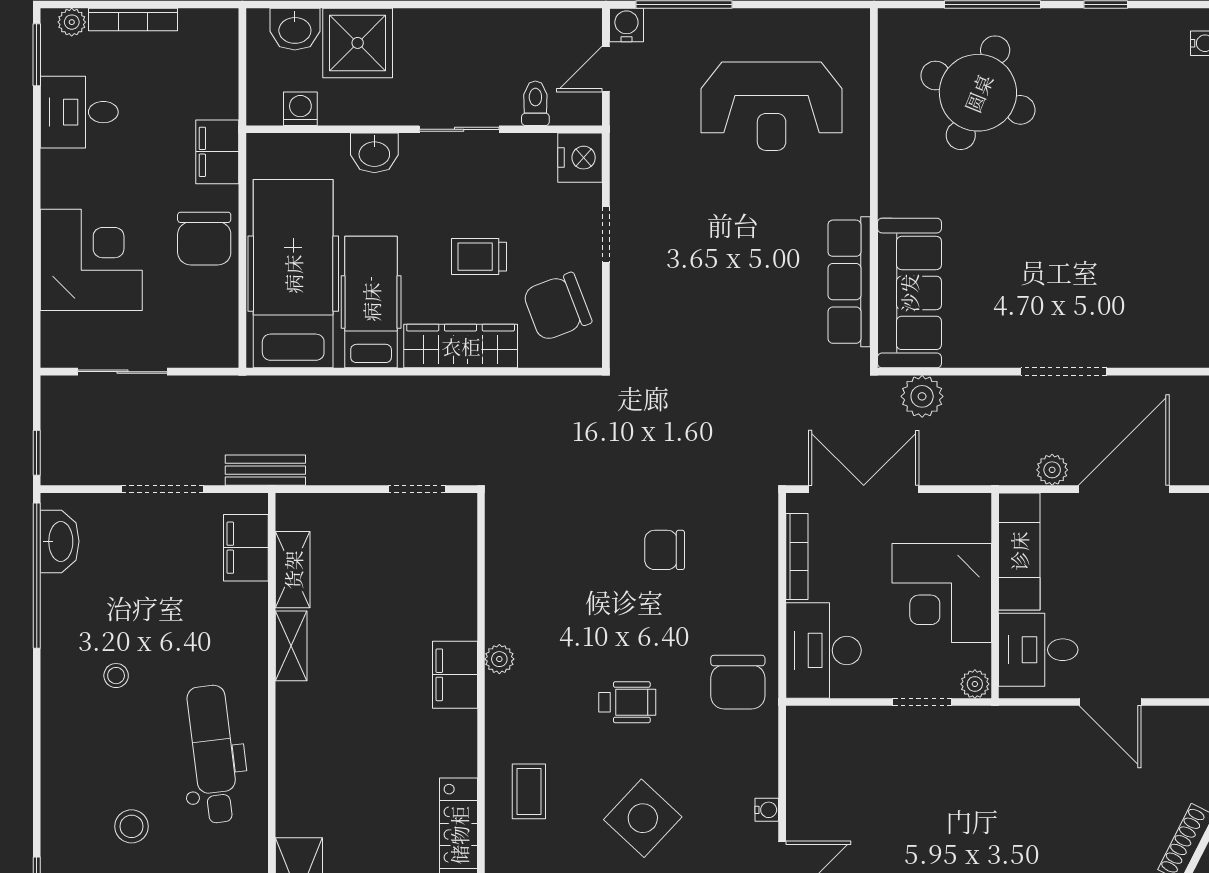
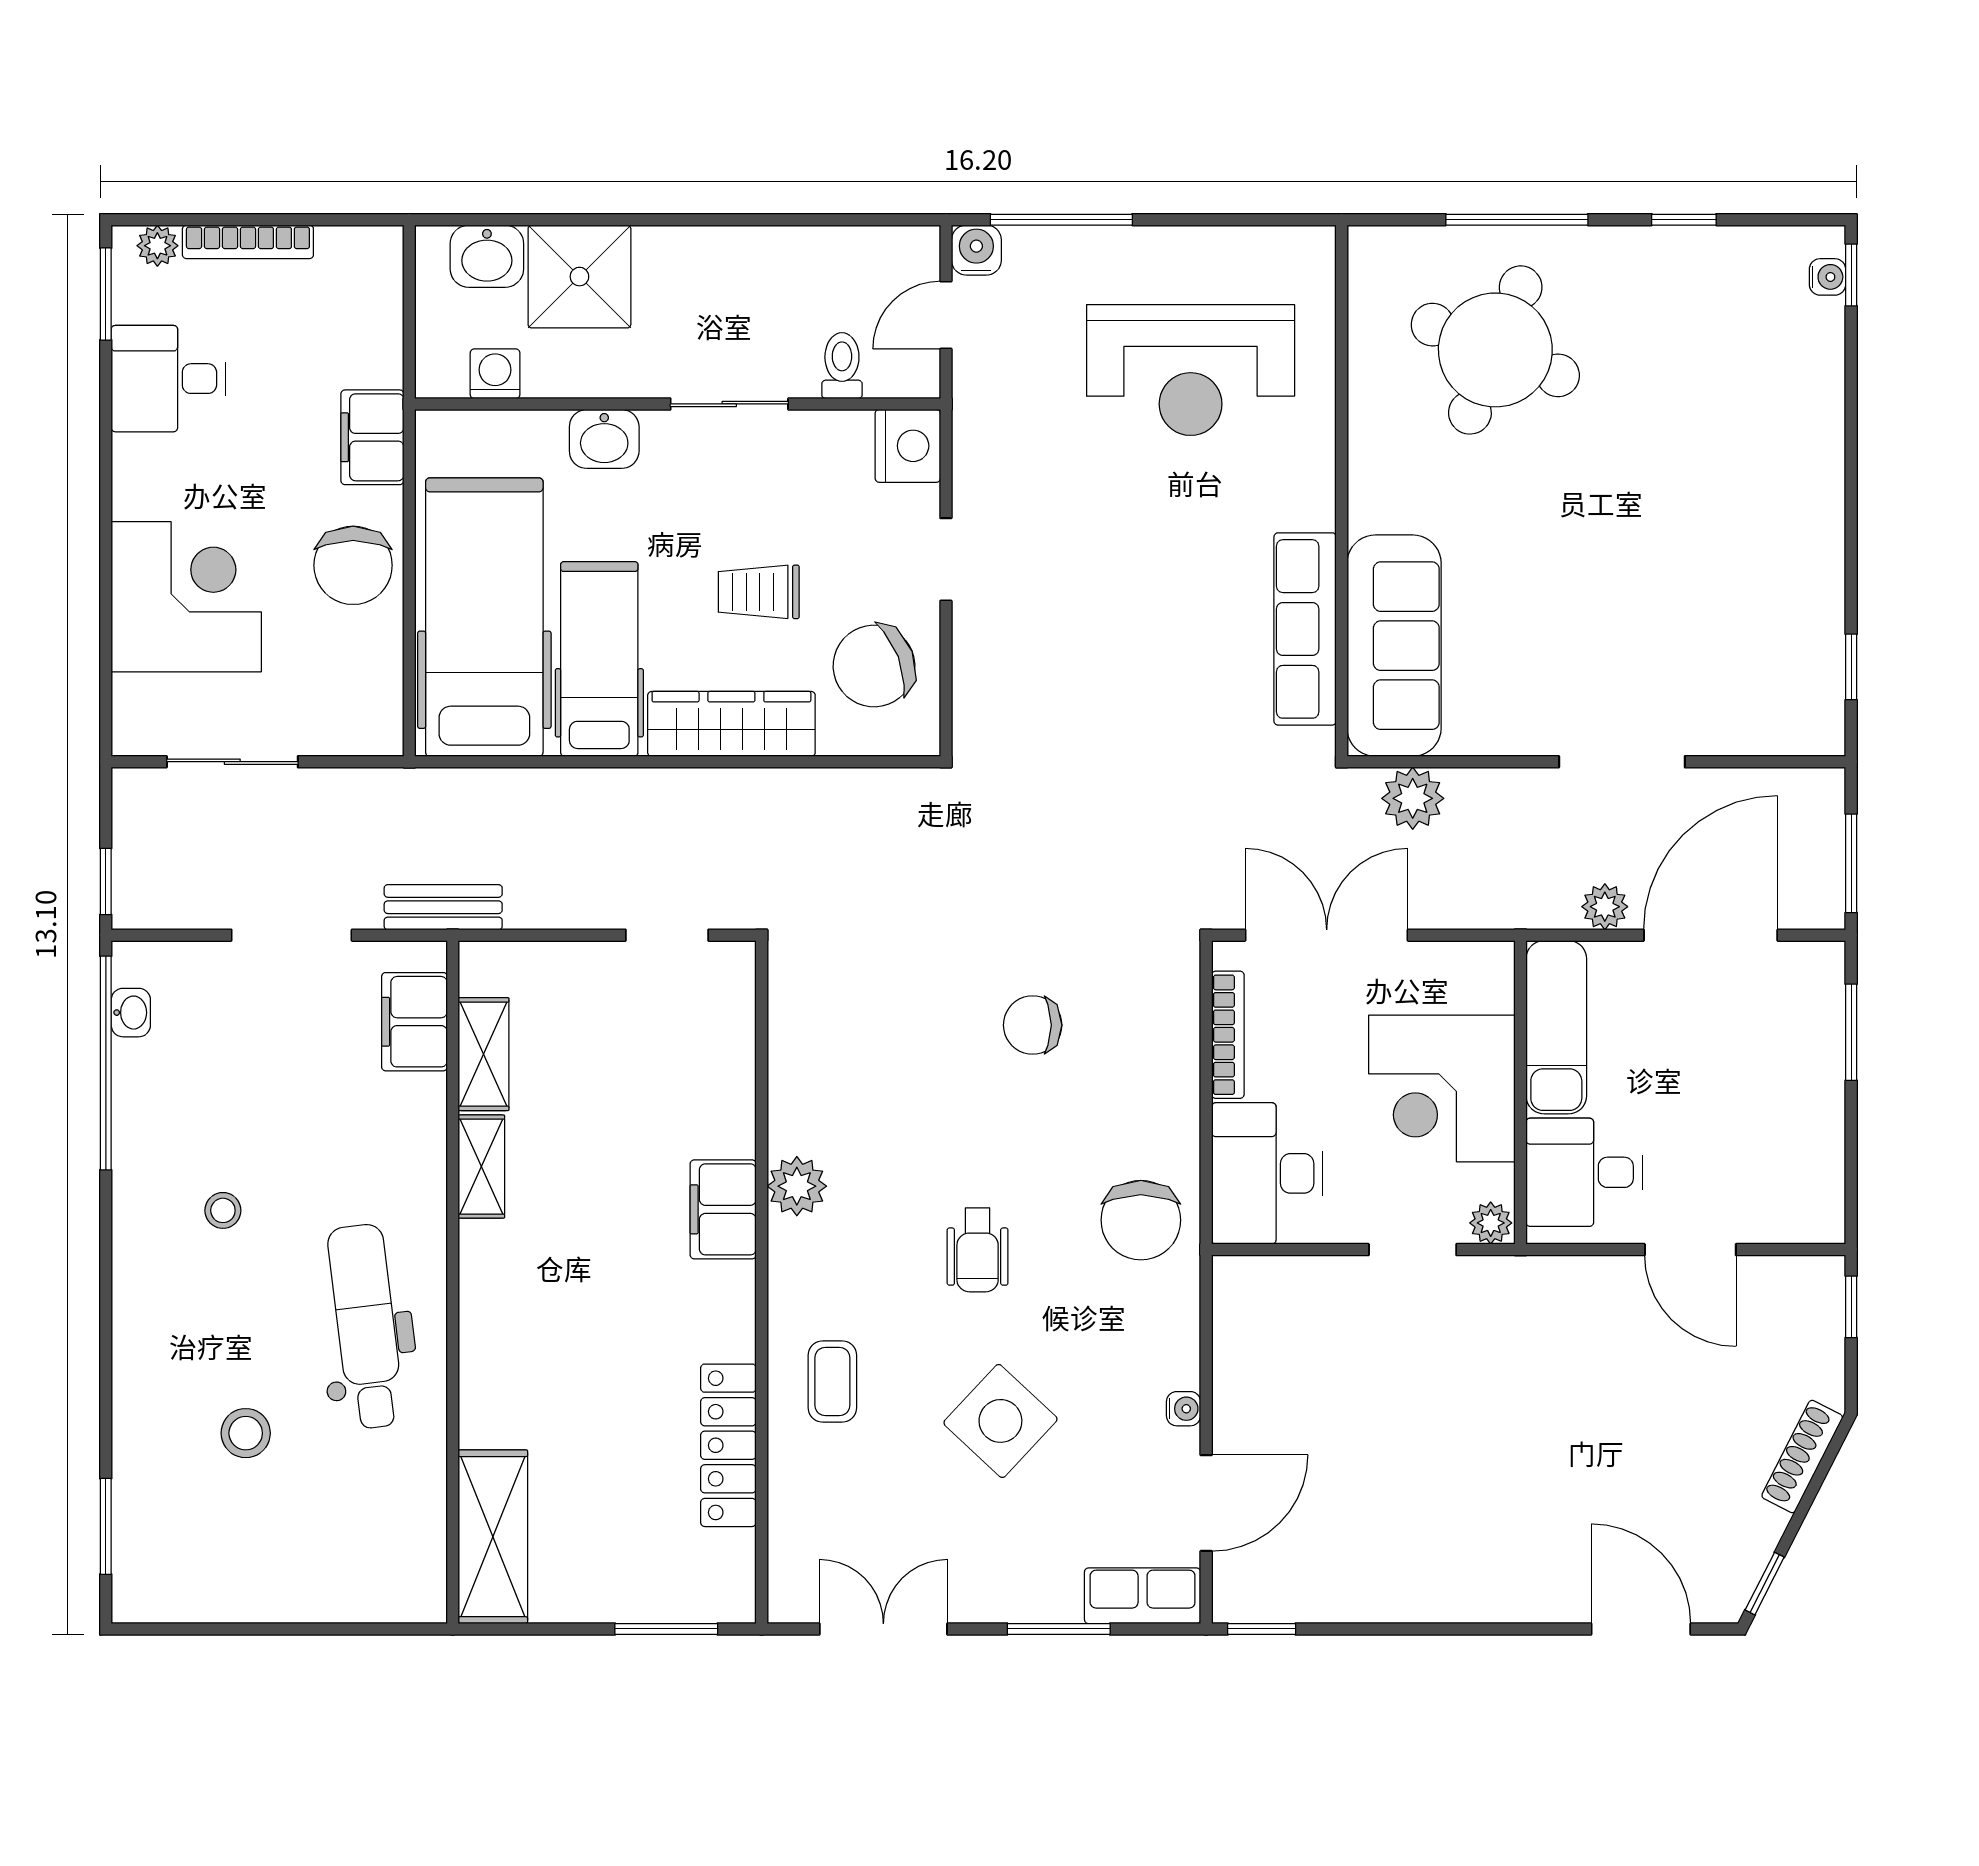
washbasin: (60, 541) -> (131, 1013), width x0.52, depth x0.69
plant: (499, 659) -> (797, 1186), width x1.38, depth x1.38
wheelchair: (627, 702) -> (978, 1250), turned 90

